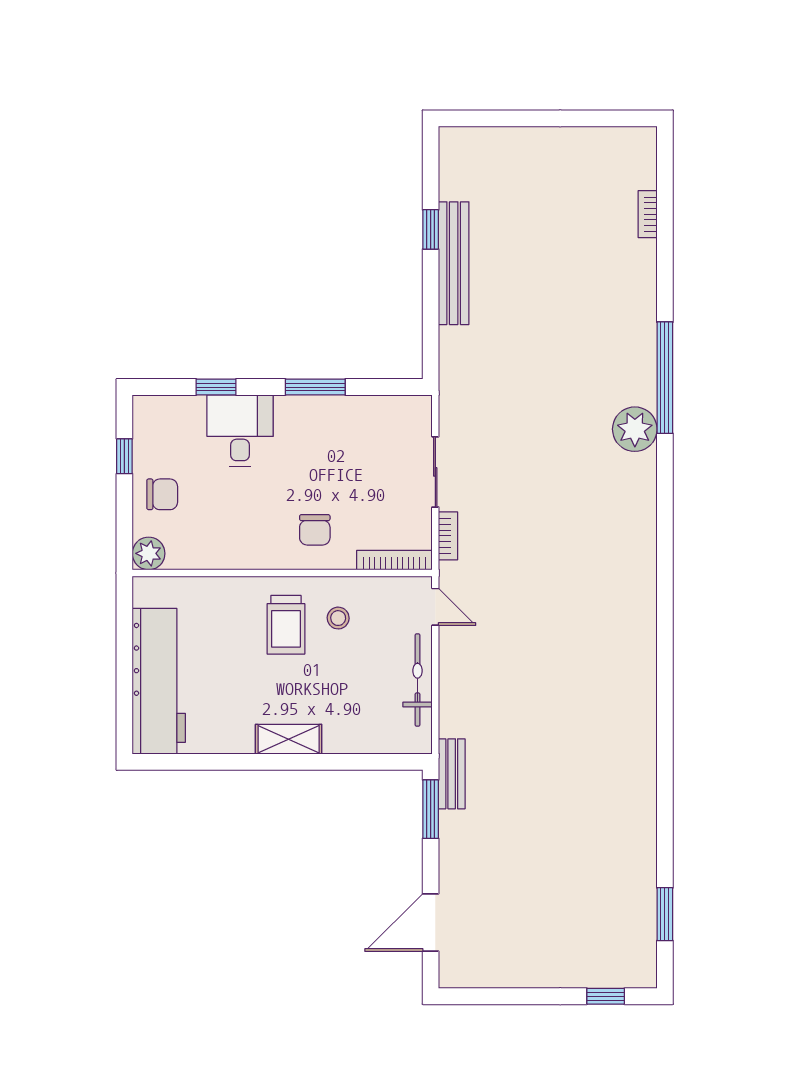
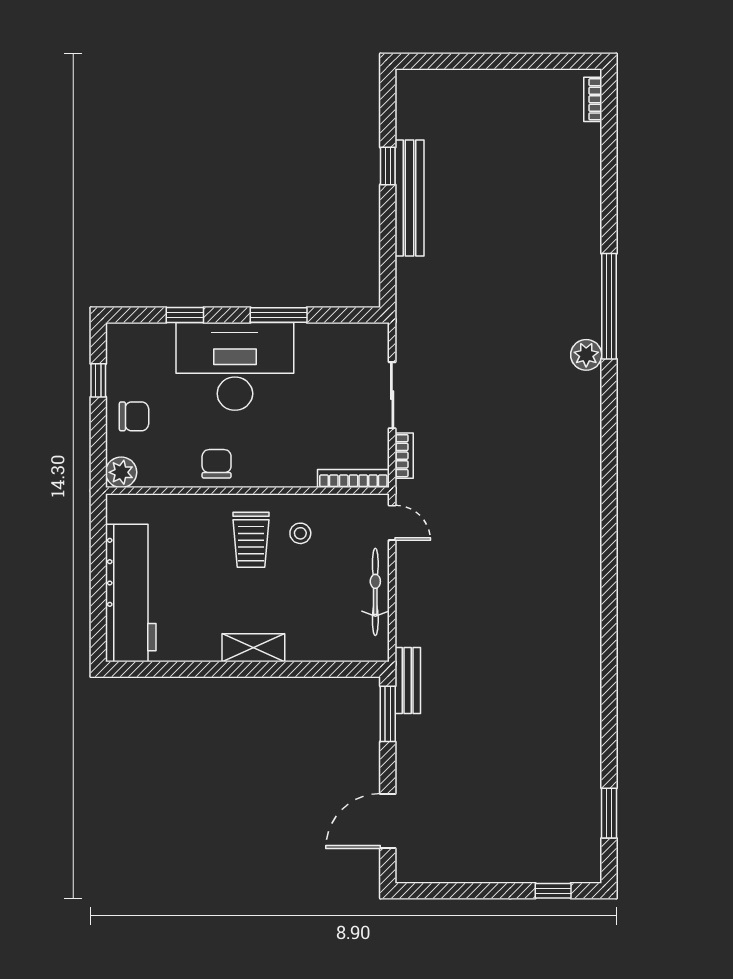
bookcase: (648, 214) -> (593, 99), moved
plant: (635, 429) -> (586, 355), width x0.73, depth x0.73
desk: (240, 431) -> (235, 366), width x1.87, depth x1.30
chair: (315, 530) -> (217, 464), moved, turned 180

